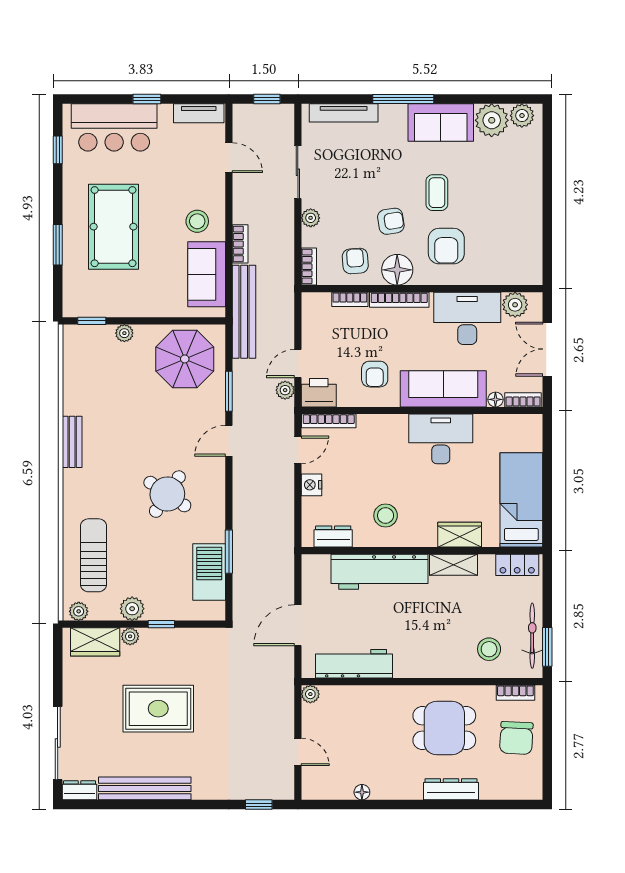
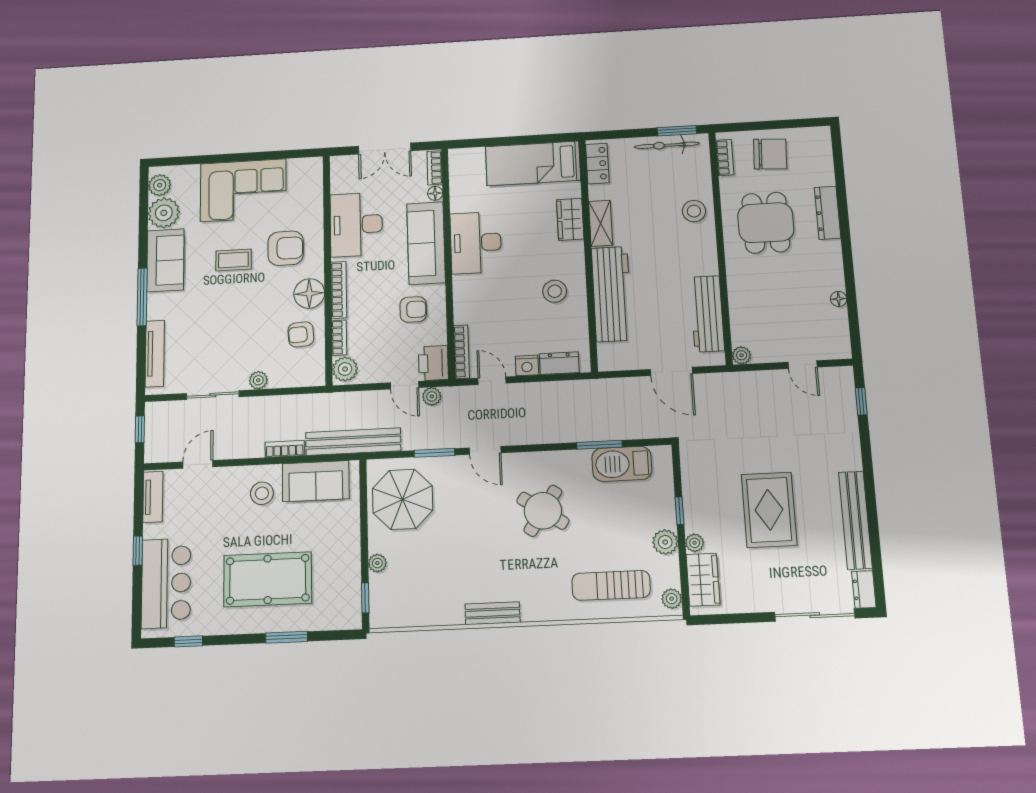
corner sofa: (511, 203) -> (243, 190), added
armchair: (391, 221) -> (261, 302), removed
bookcase: (309, 267) -> (307, 379), removed
plant: (515, 305) -> (345, 369), moved
dresser: (333, 537) -> (559, 363), moved, turned 90
stool: (489, 649) -> (694, 211), moved
door: (298, 752) -> (803, 365), swing flipped

